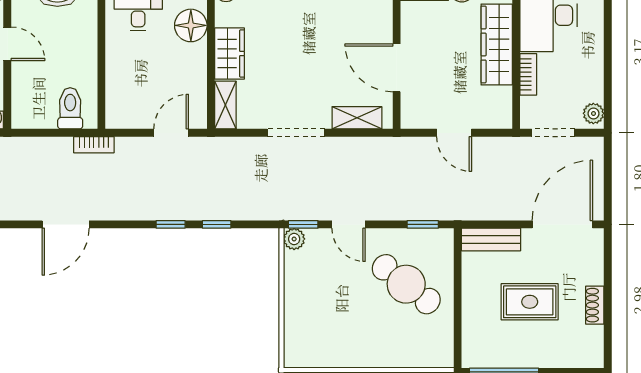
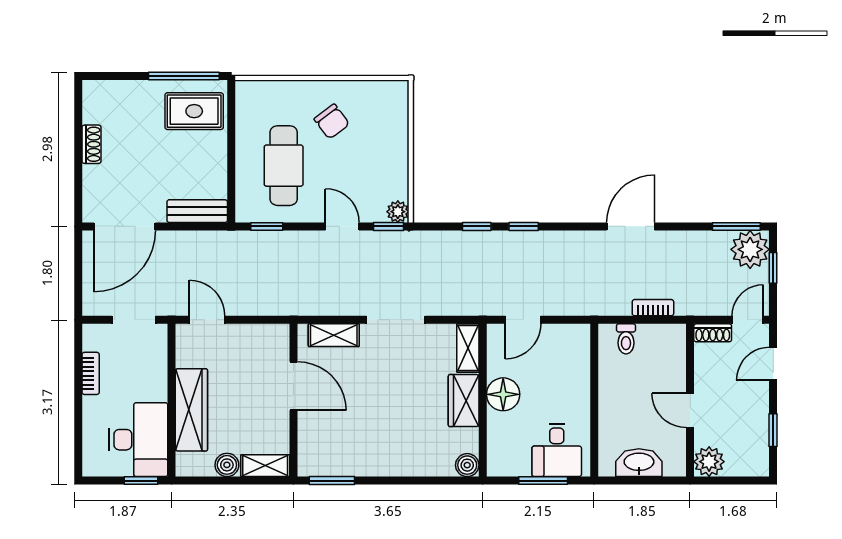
floor lamp: (191, 25) -> (503, 394), moved
bookcase: (528, 74) -> (91, 373), moved, turned 180
toilet: (70, 108) -> (626, 339), width x0.73, depth x0.72
plant: (593, 113) -> (93, 339), removed
door: (454, 133) -> (207, 320), moved
bookcase: (94, 145) -> (653, 308), moved
cafe table: (406, 284) -> (284, 166), turned 52
rug: (530, 302) -> (194, 111), moved
chair: (359, 327) -> (332, 122), added

